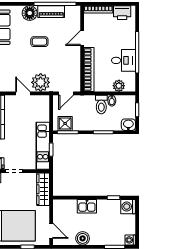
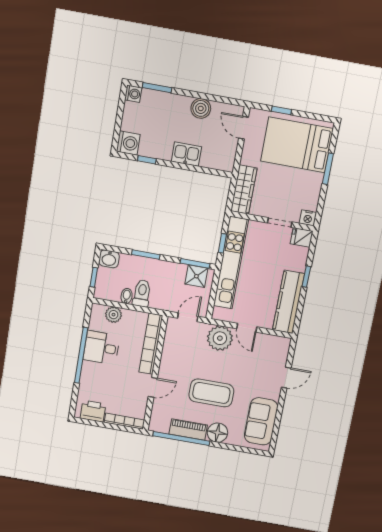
coffee table: (39, 42) -> (211, 393), width x1.86, depth x1.72
kitchen unit: (43, 146) -> (231, 263), width x1.36

